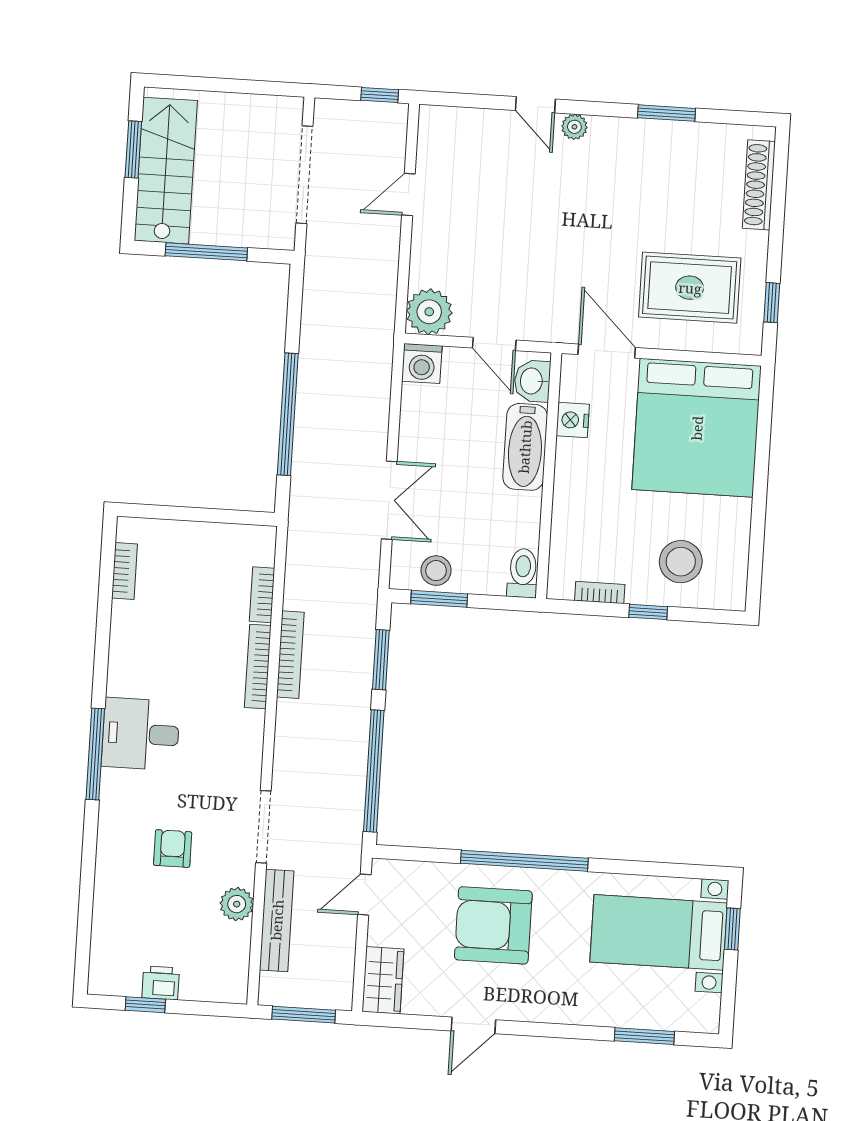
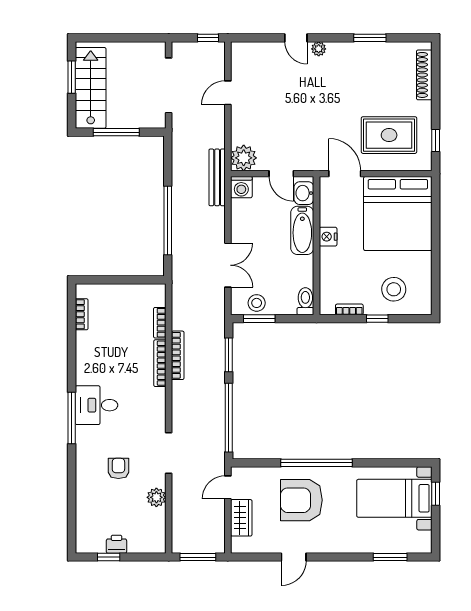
nightstand: (573, 420) -> (328, 237), moved
bench: (277, 920) -> (217, 177), moved
wardrobe: (383, 980) -> (241, 518), moved

